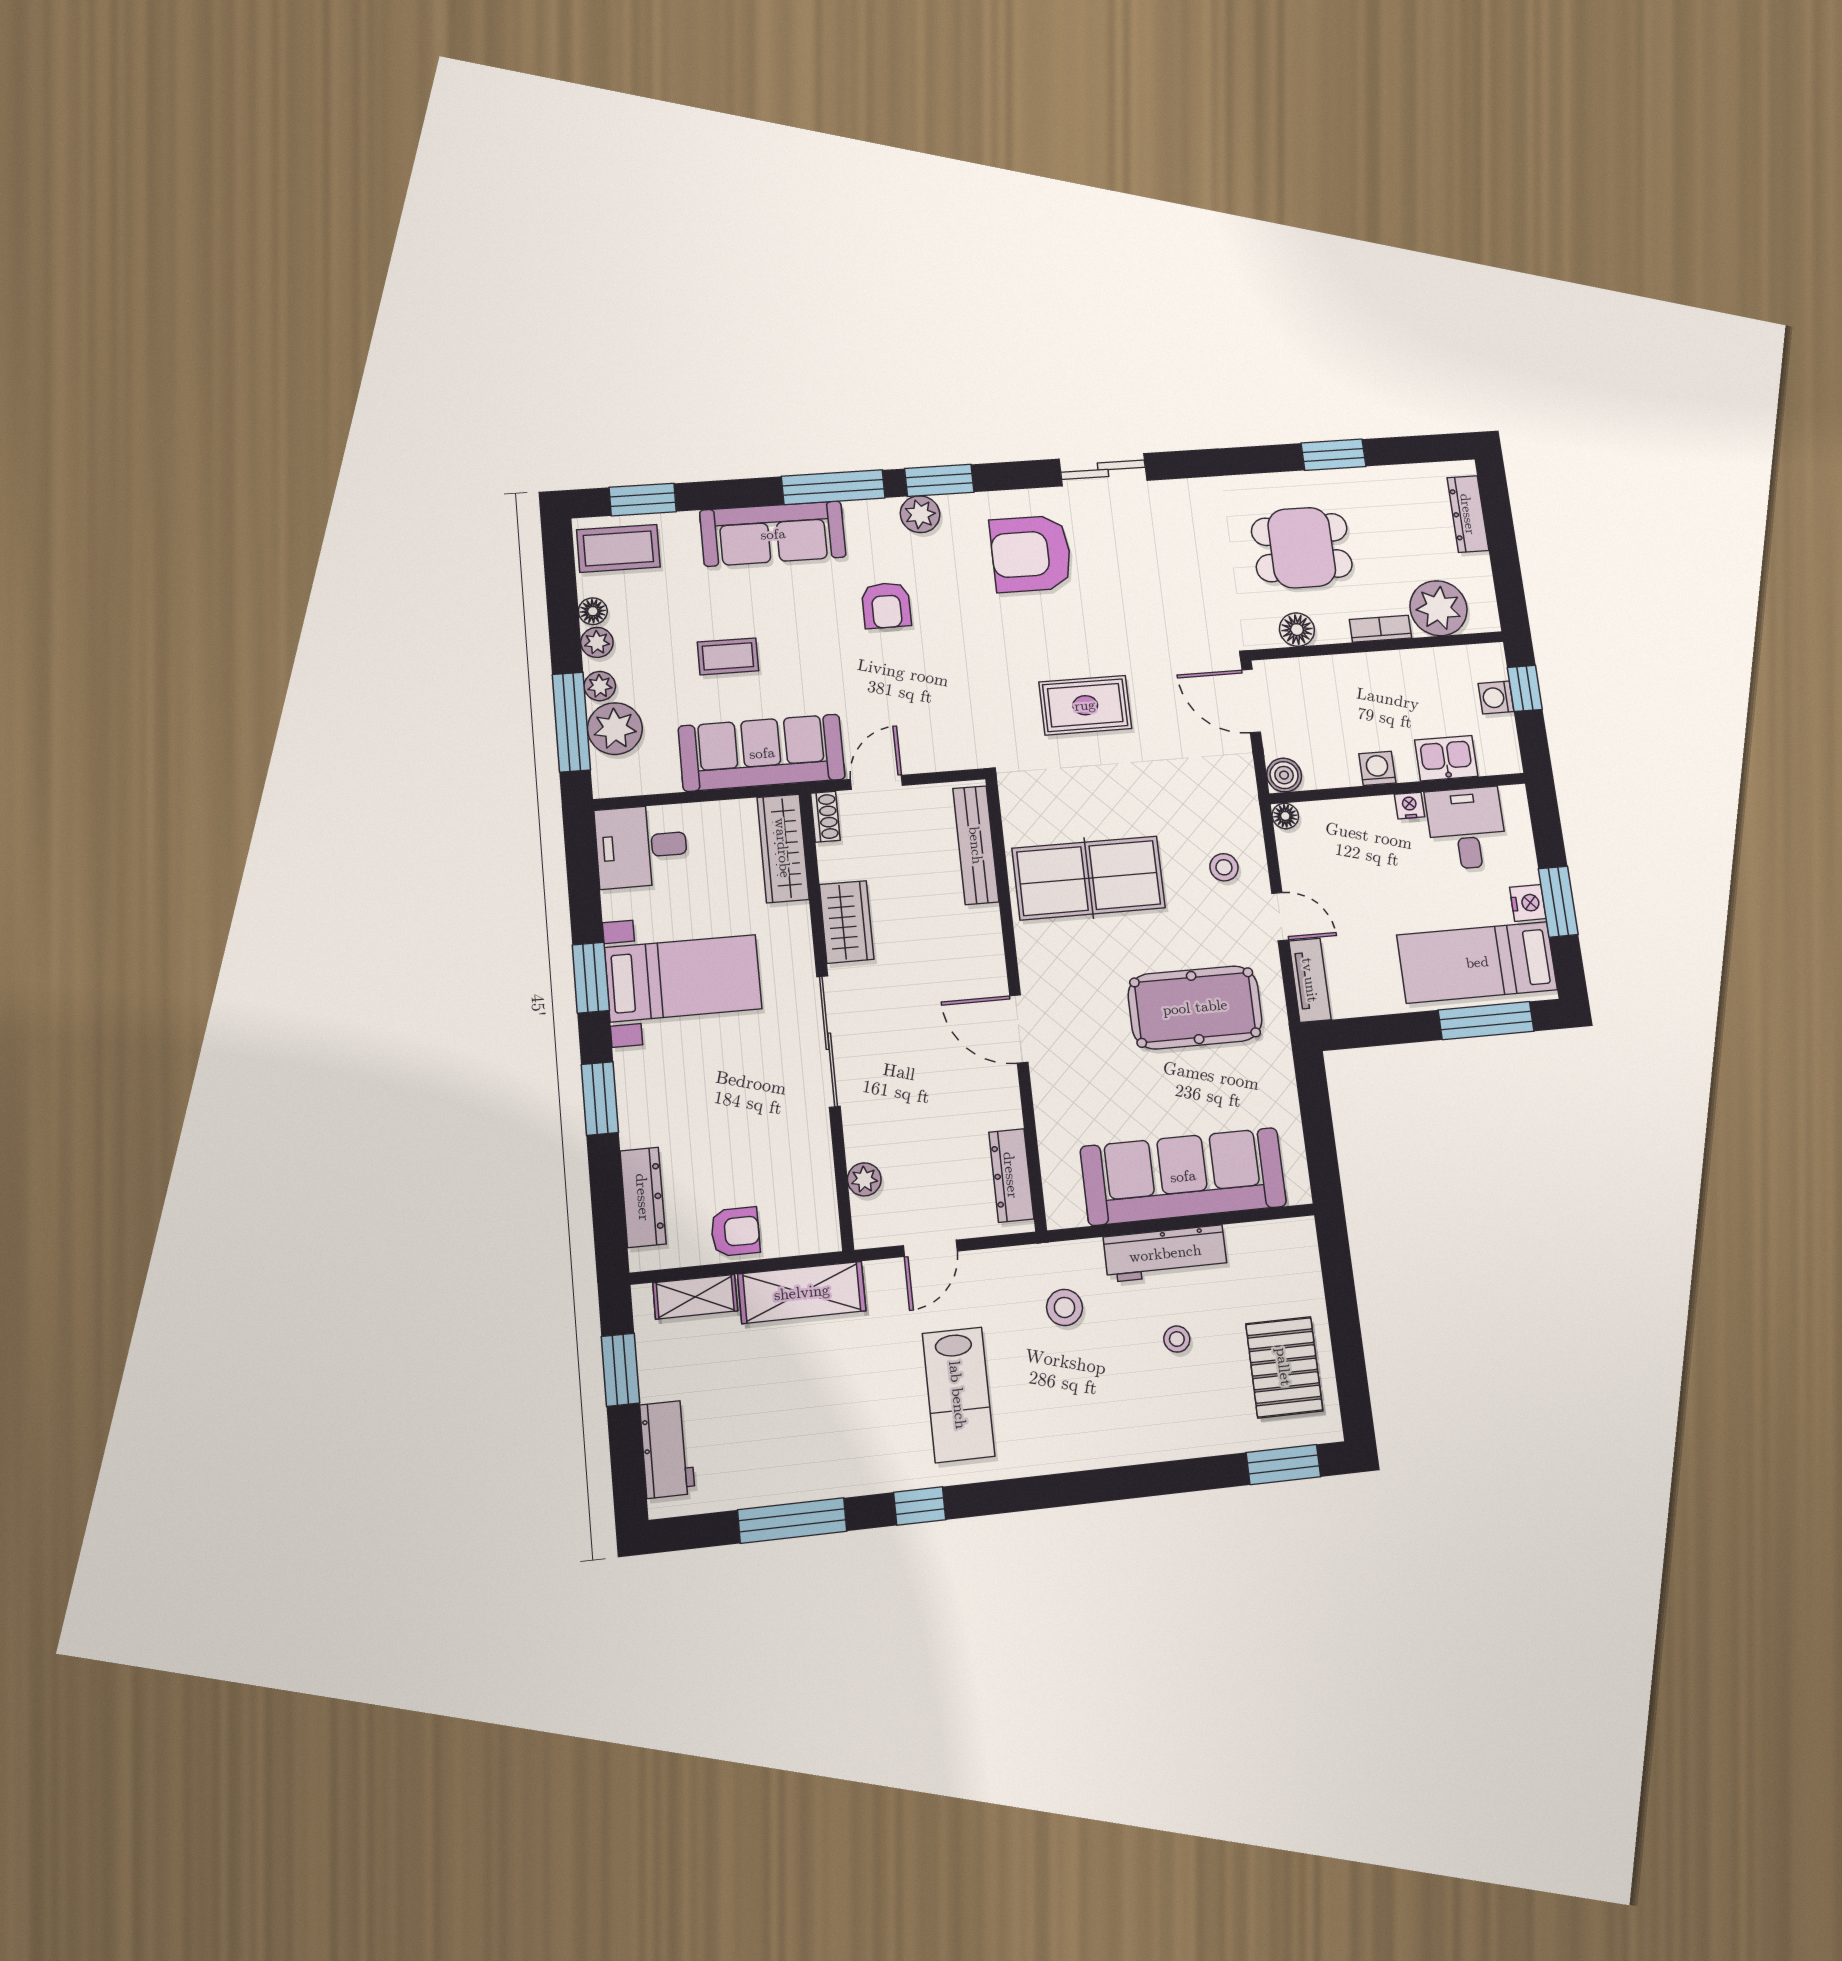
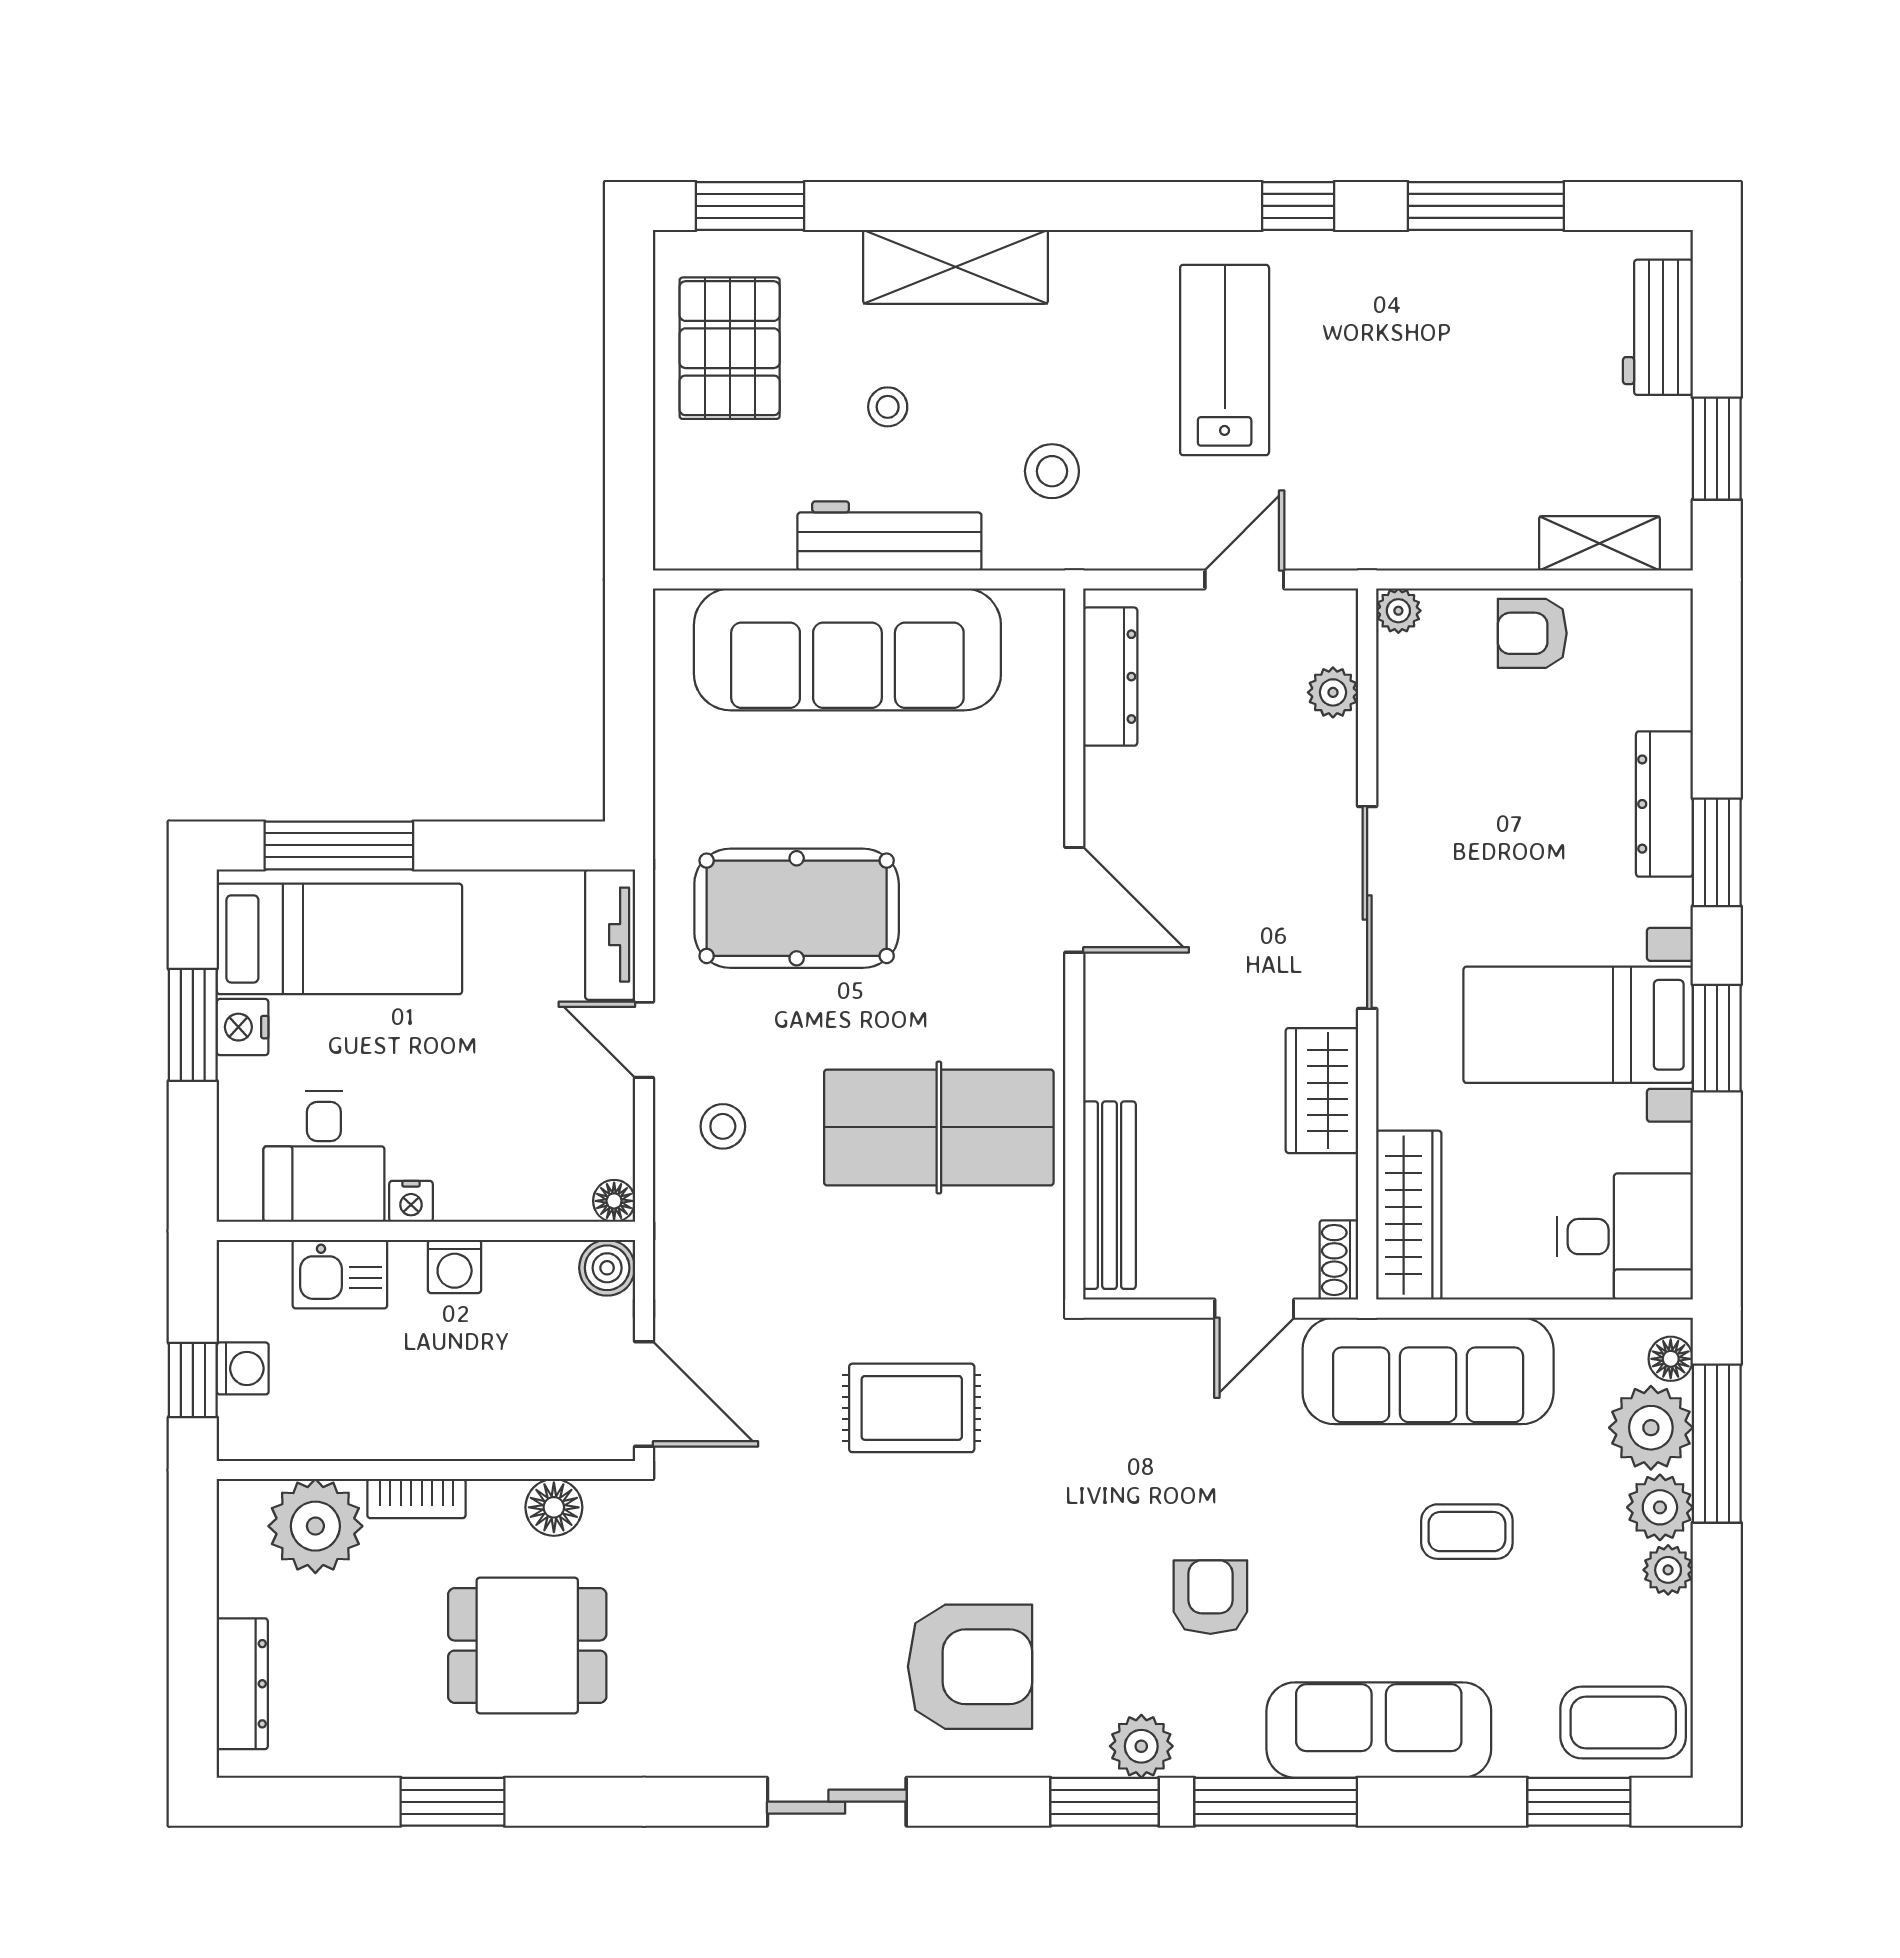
floor lamp: (593, 611) -> (1671, 1359), moved
plant: (600, 686) -> (1660, 1507), width x1.38, depth x1.38
dresser: (643, 1197) -> (1664, 804), moved
plant: (826, 1238) -> (1398, 611), added
shelving: (802, 1292) -> (956, 267), moved

